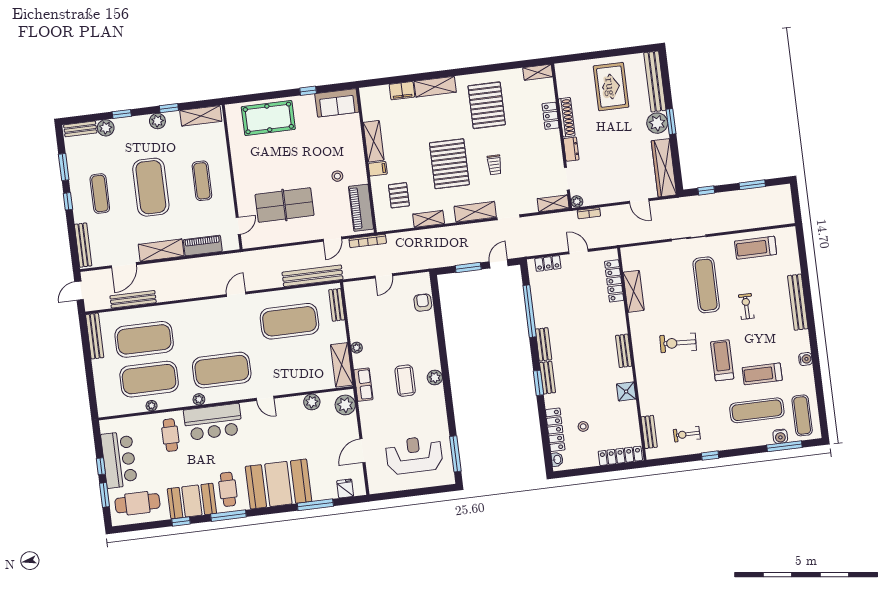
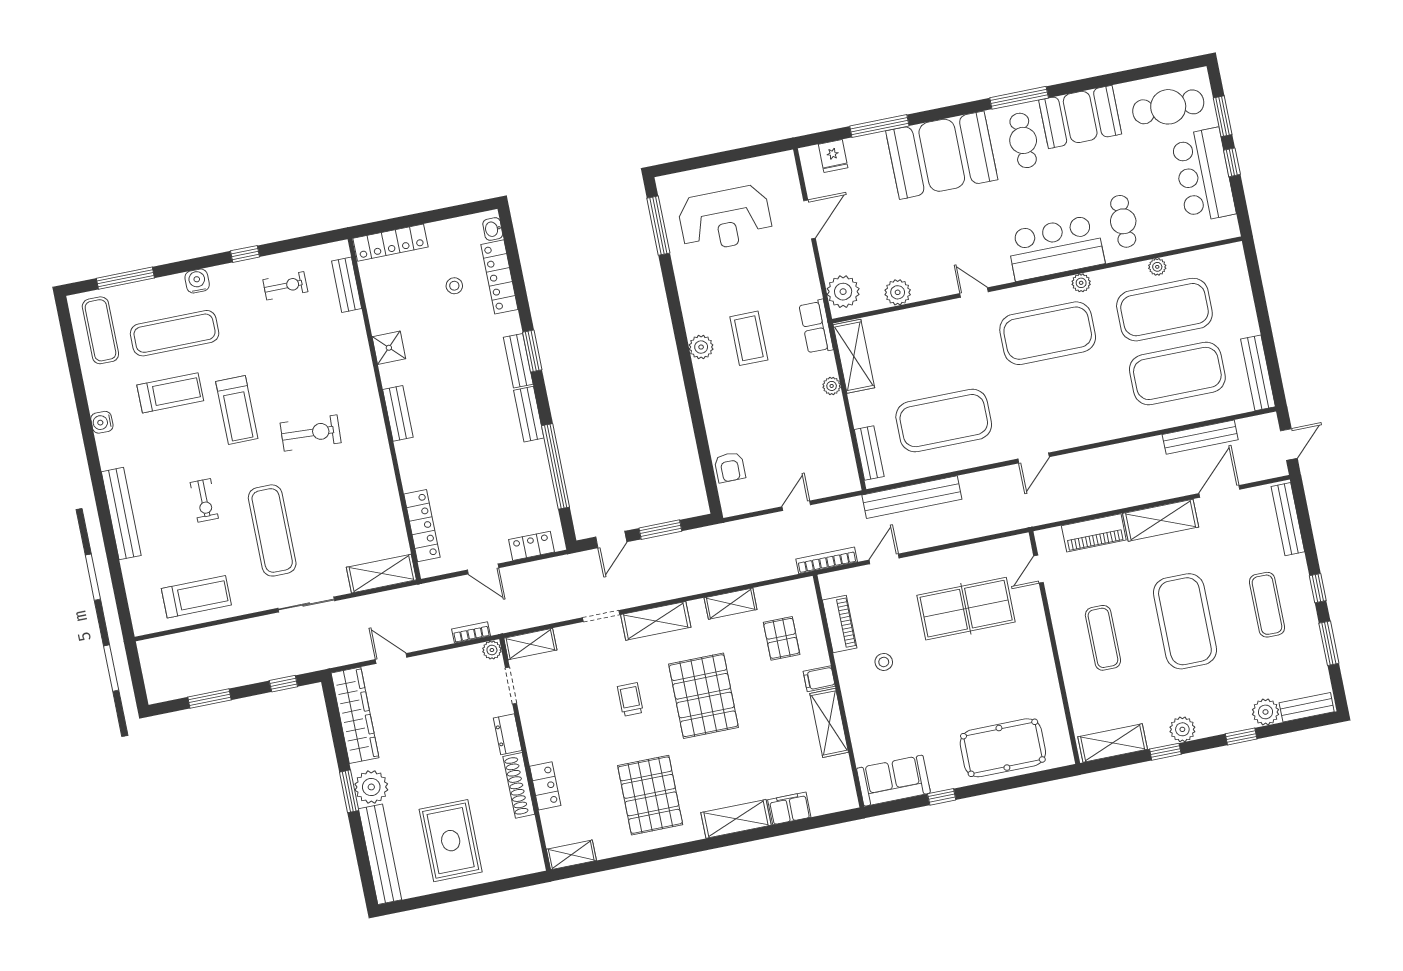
piano: (361, 208) -> (840, 624), width x0.73, depth x0.75
shelving: (634, 291) -> (381, 574), moved, turned 90
water cooler: (780, 436) -> (197, 281), moved
window: (181, 521) -> (1095, 82), removed

